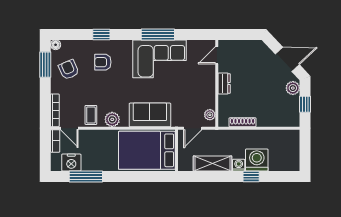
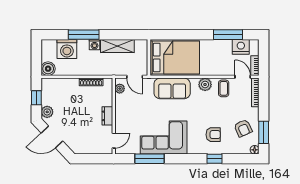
window: (158, 34) -> (149, 159), moved
door: (193, 128) -> (135, 77), swing flipped
boiler: (292, 137) -> (48, 69), added
washing machine: (257, 160) -> (67, 49), moved
window: (251, 176) -> (84, 35), width x2.17

